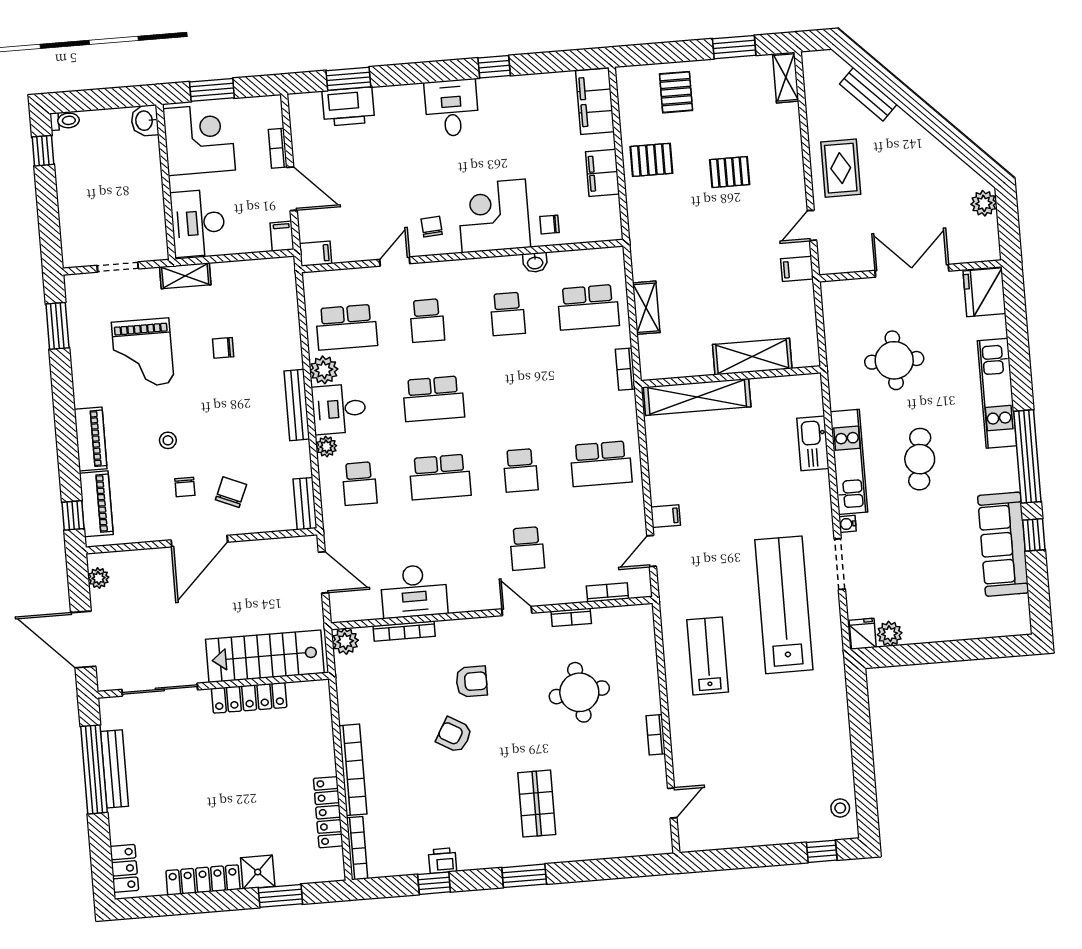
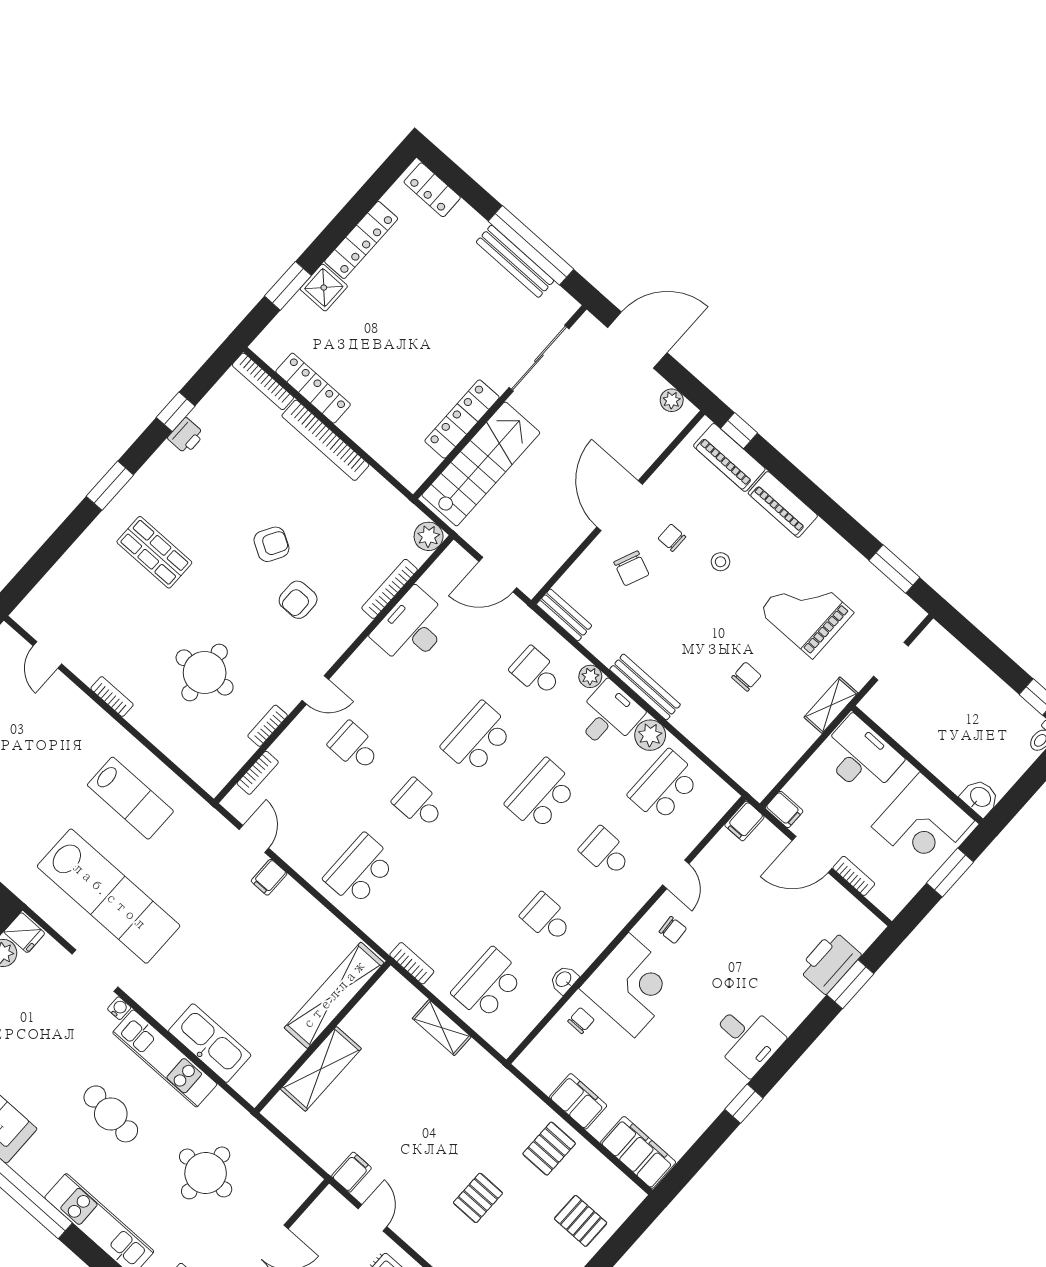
kitchen sink: (813, 443) -> (210, 1043), width x1.36, depth x1.24

